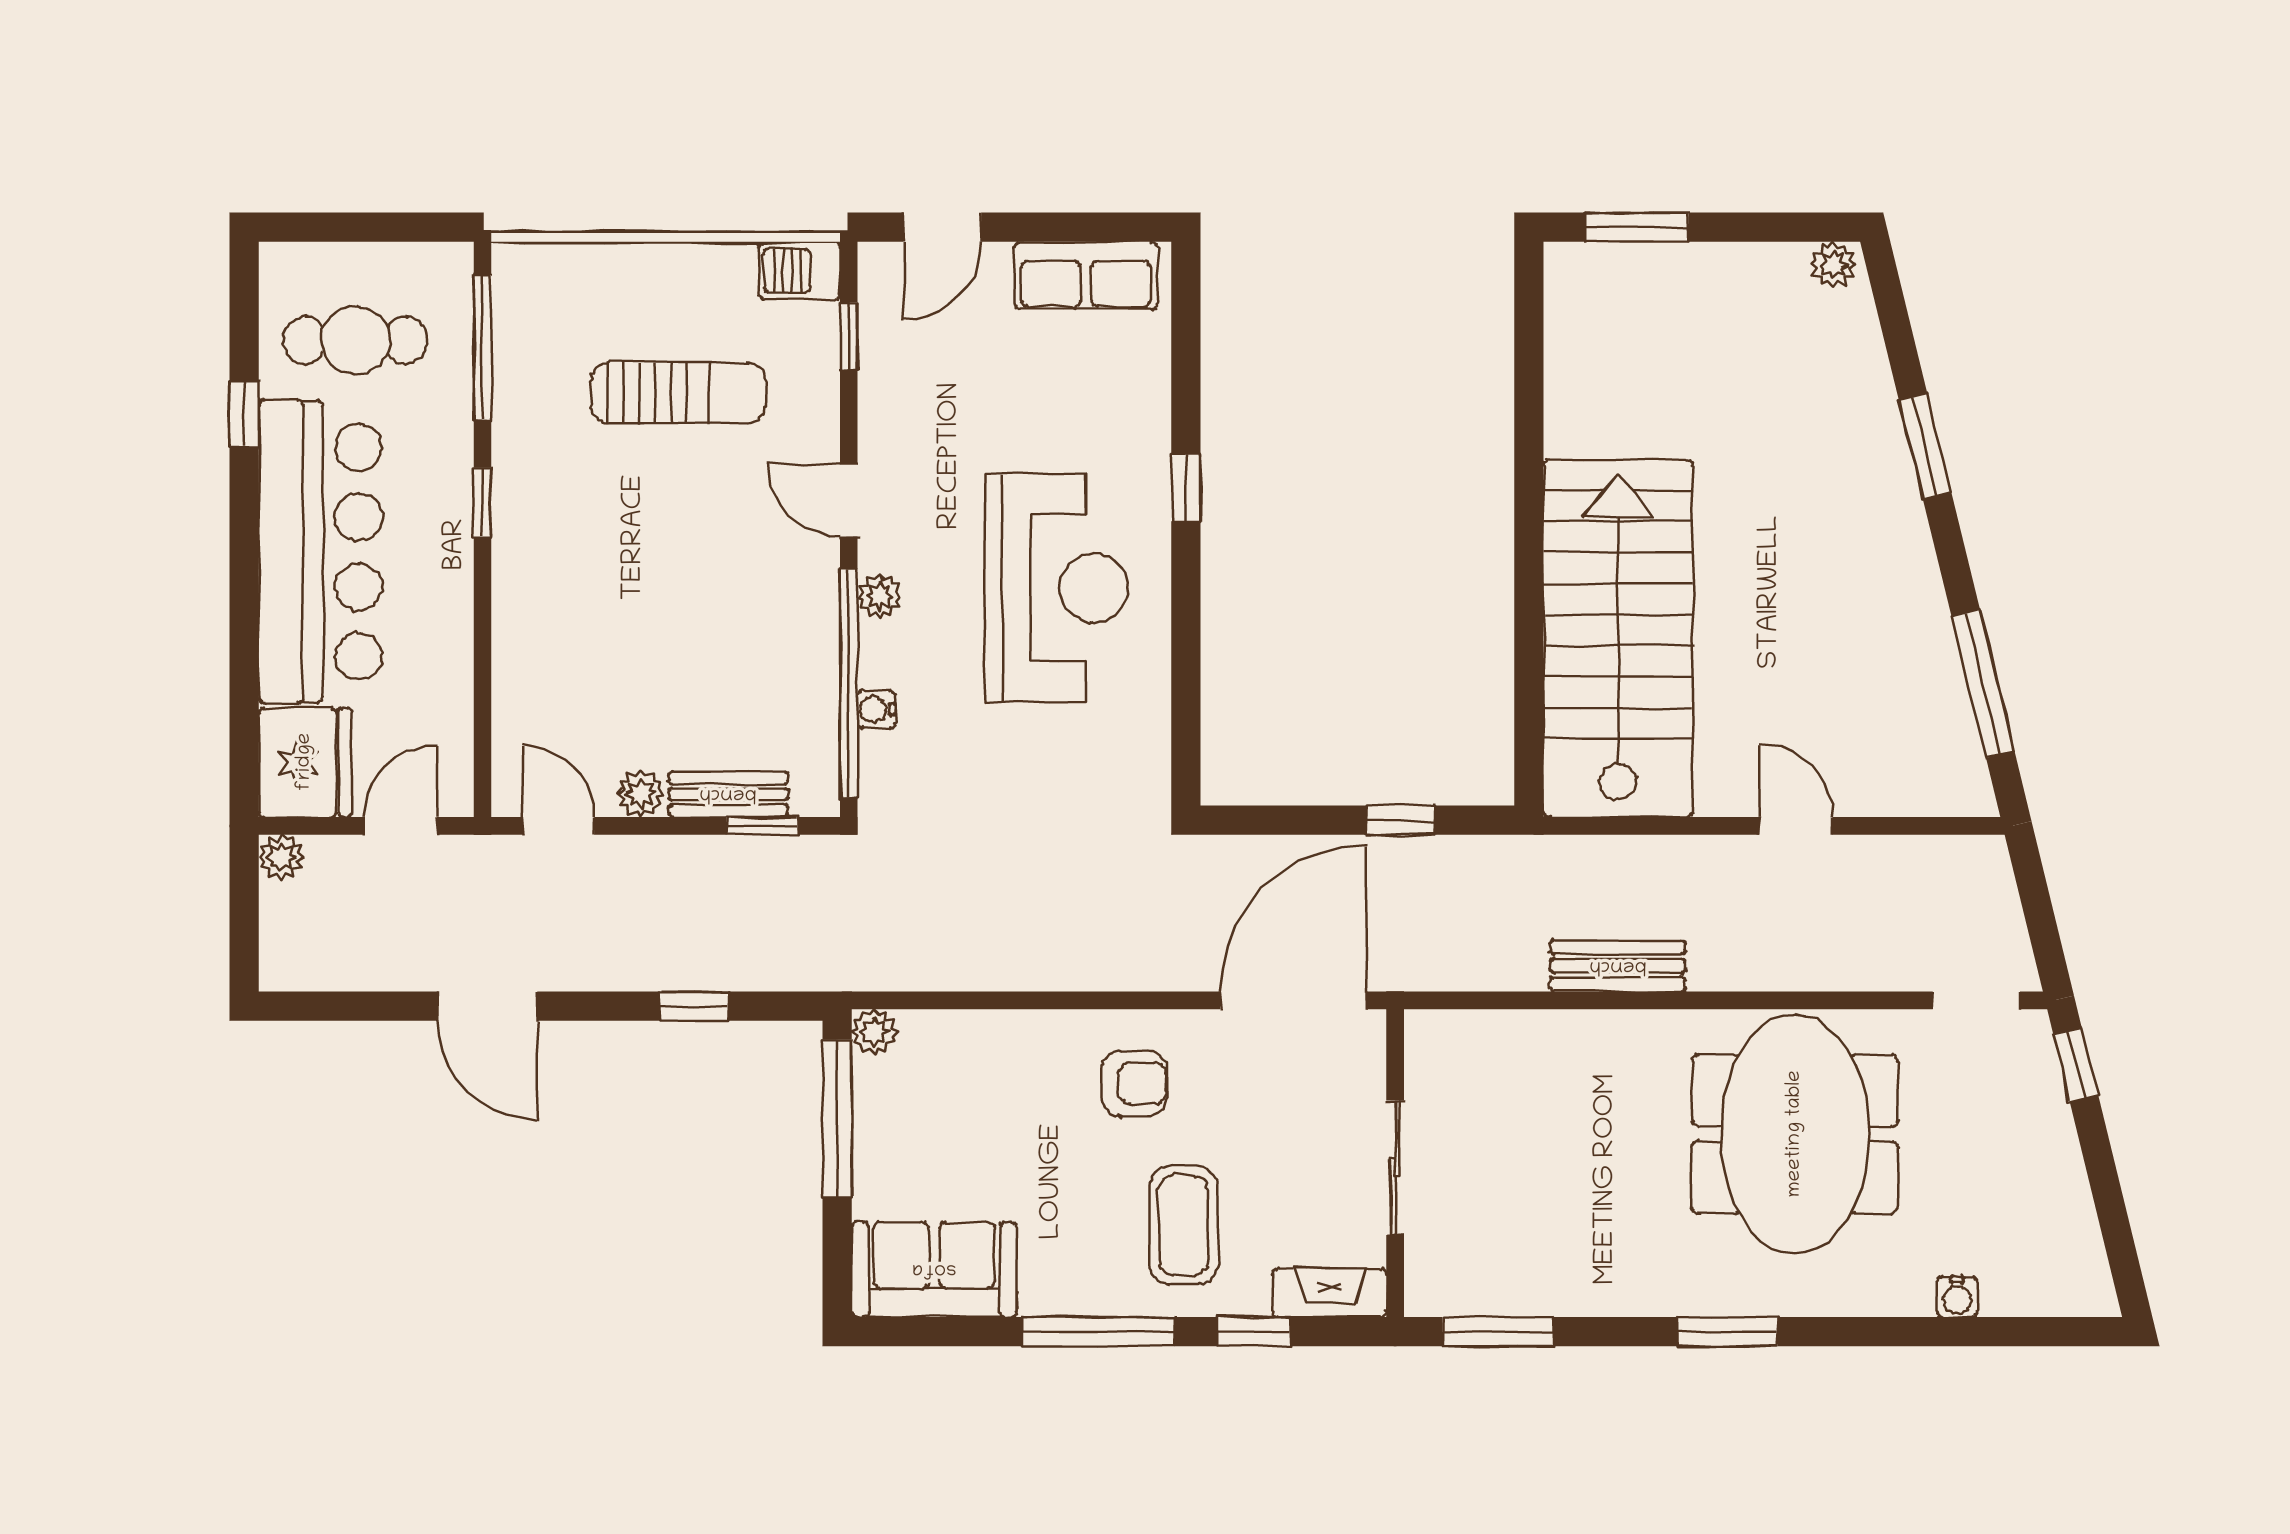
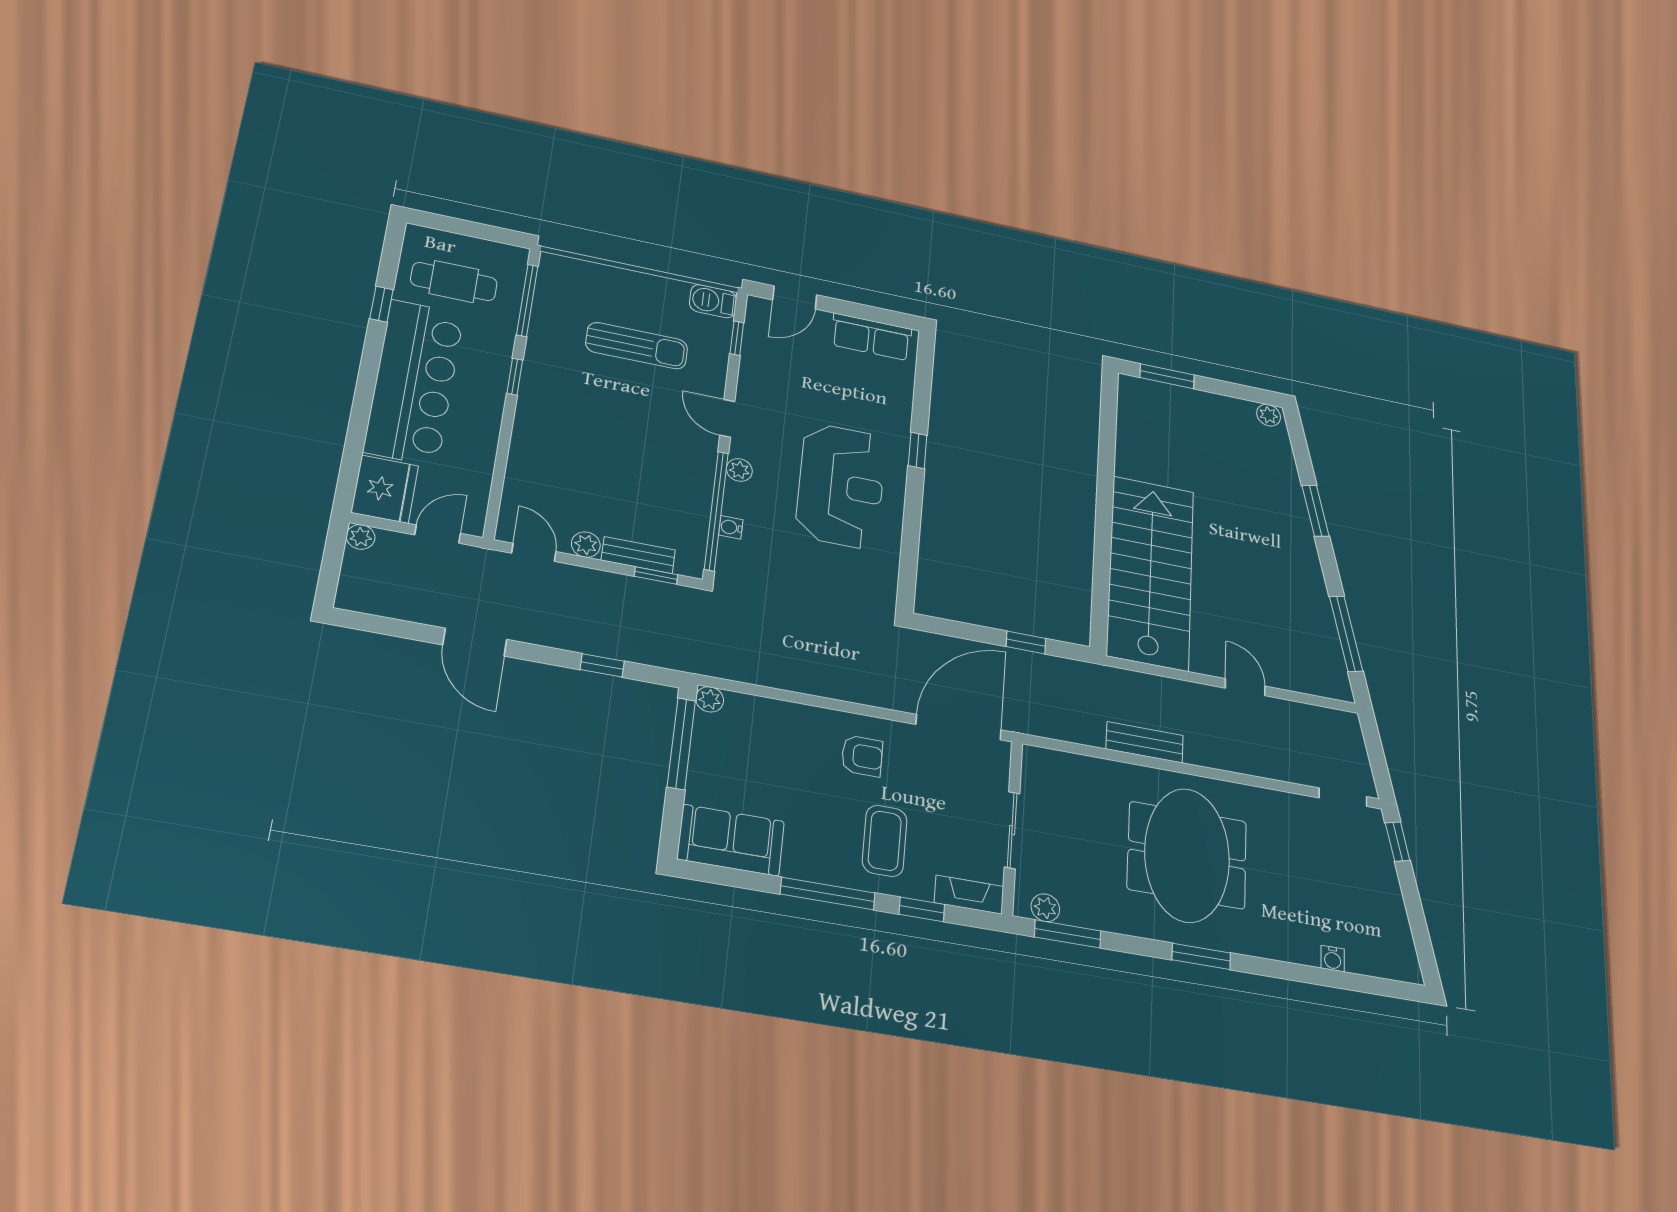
meeting table: (1795, 1134) -> (1187, 855), moved
plant: (1458, 1293) -> (1045, 908), added

